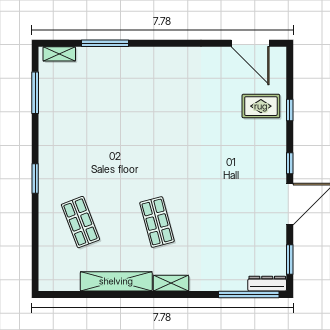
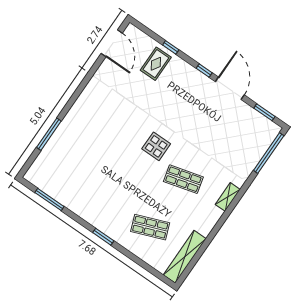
door: (250, 43) -> (112, 43), hinge flipped
shelving: (59, 54) -> (36, 167), removed
display table: (172, 168) -> (156, 146), added
shelving: (116, 281) -> (185, 257), moved
dresser: (267, 284) -> (270, 137), removed

